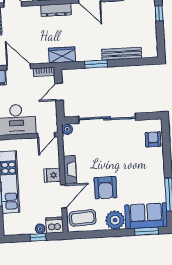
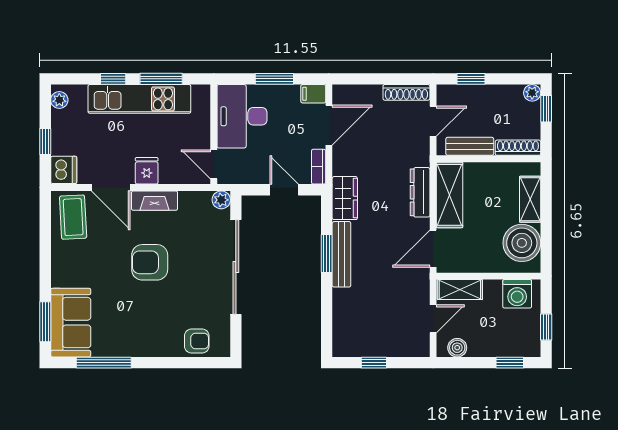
window: (159, 13) -> (374, 363), moved
bench: (122, 54) -> (341, 254), moved
armchair: (105, 188) -> (150, 262), moved
plant: (115, 220) -> (67, 271), removed
plant: (40, 229) -> (59, 100), moved

